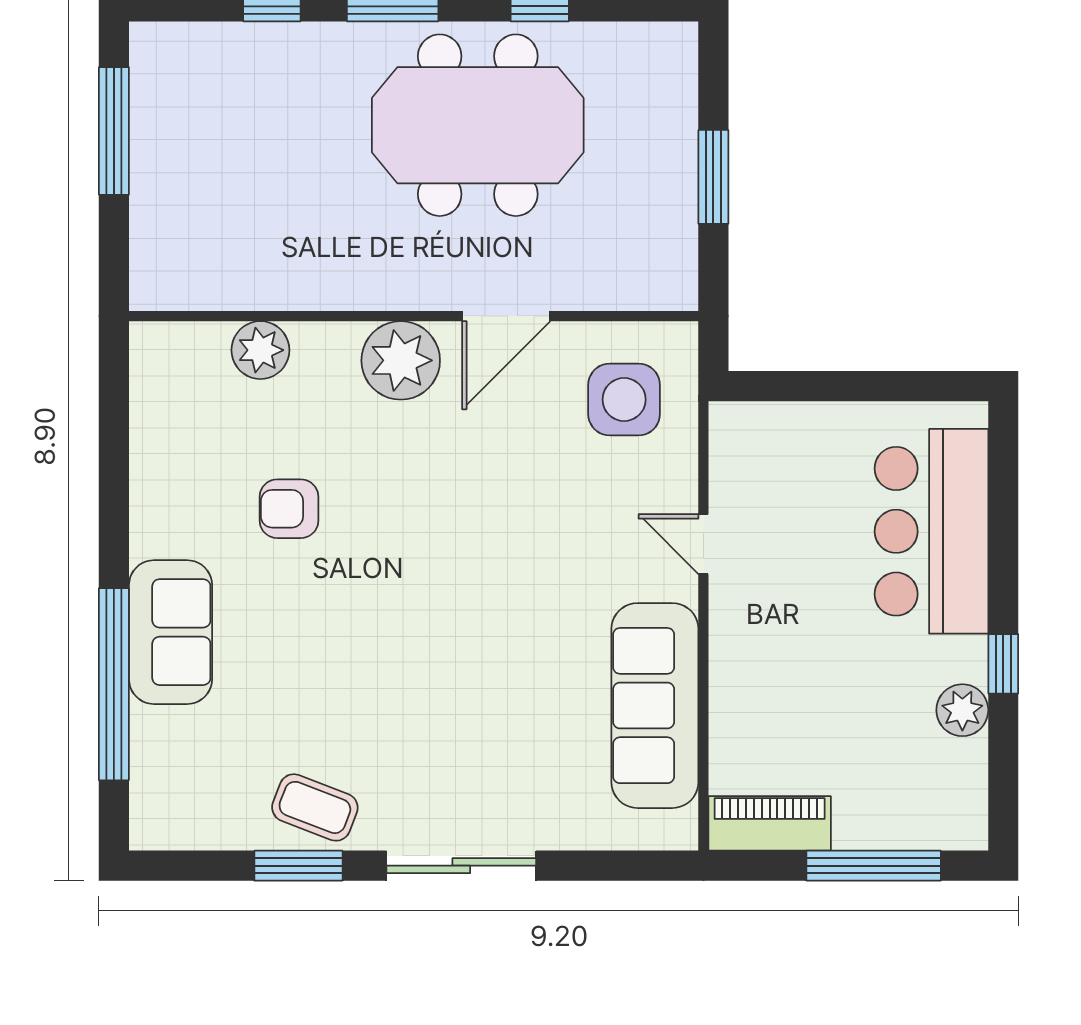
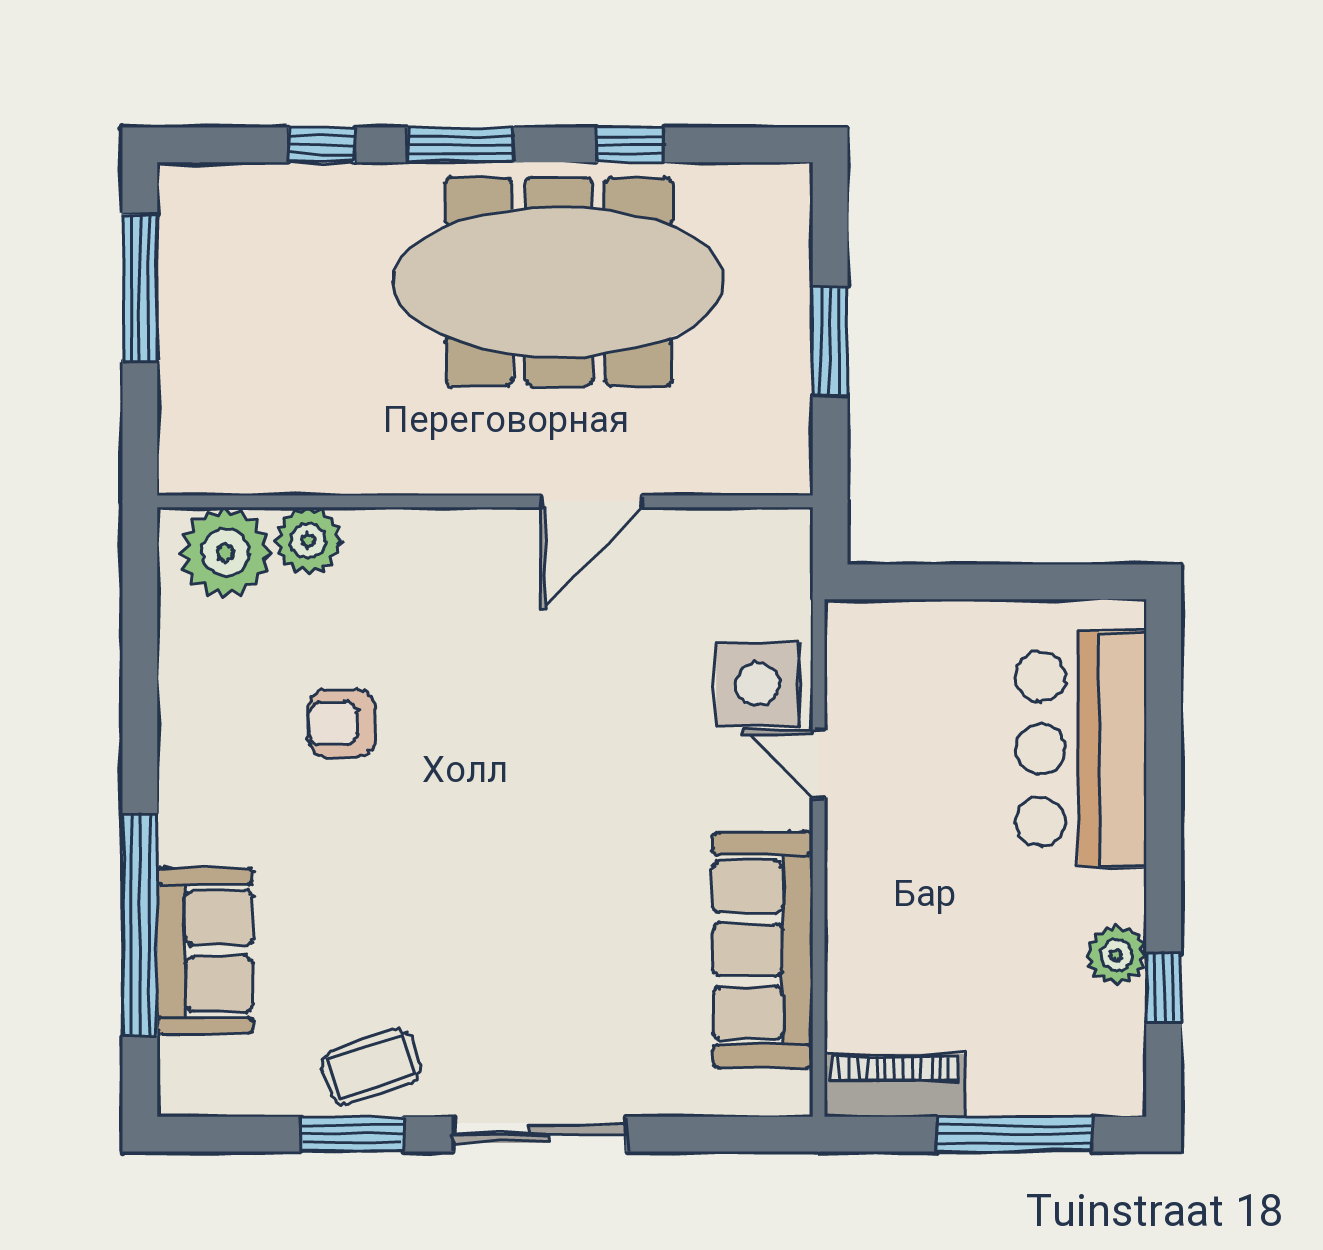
meeting table: (478, 125) -> (559, 282), width x1.36
plant: (401, 360) -> (225, 552), moved
side table: (624, 400) -> (758, 684), moved
sofa: (171, 632) -> (205, 951), moved
window: (1003, 664) -> (1164, 988), moved
coffee table: (315, 807) -> (371, 1067), turned -40

